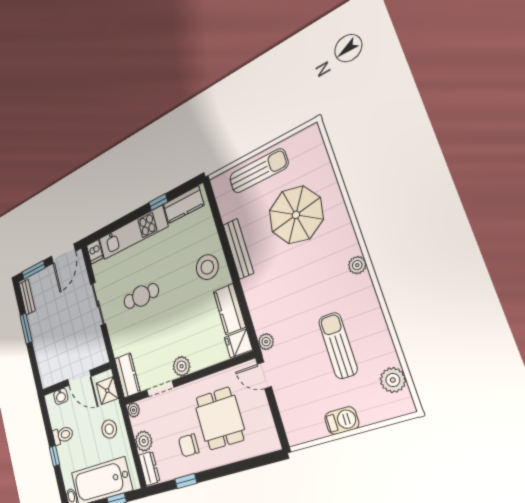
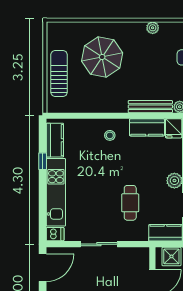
bench: (238, 249) -> (150, 107), moved
door: (63, 254) -> (43, 268), hinge flipped
stool: (207, 267) -> (110, 135), width x0.53, depth x0.53
cafe table: (141, 296) -> (130, 203), moved

